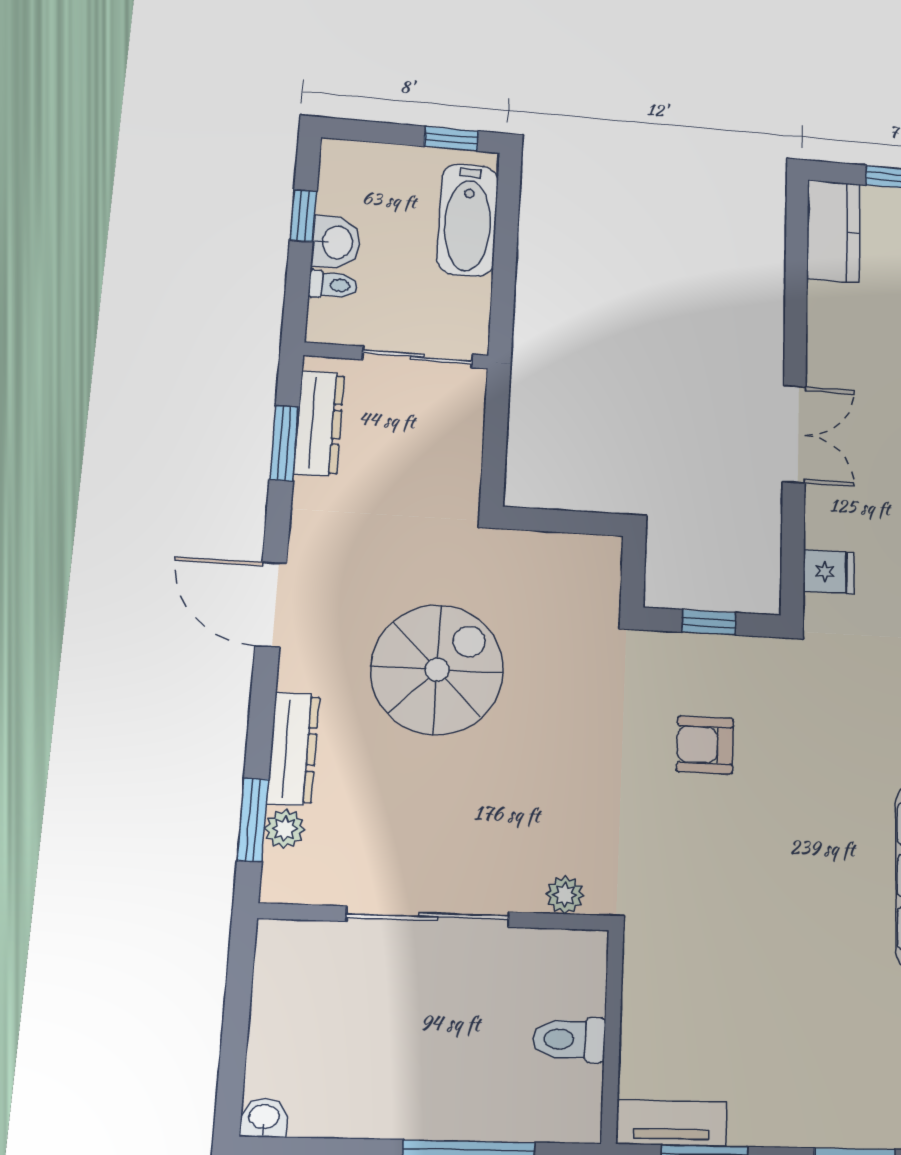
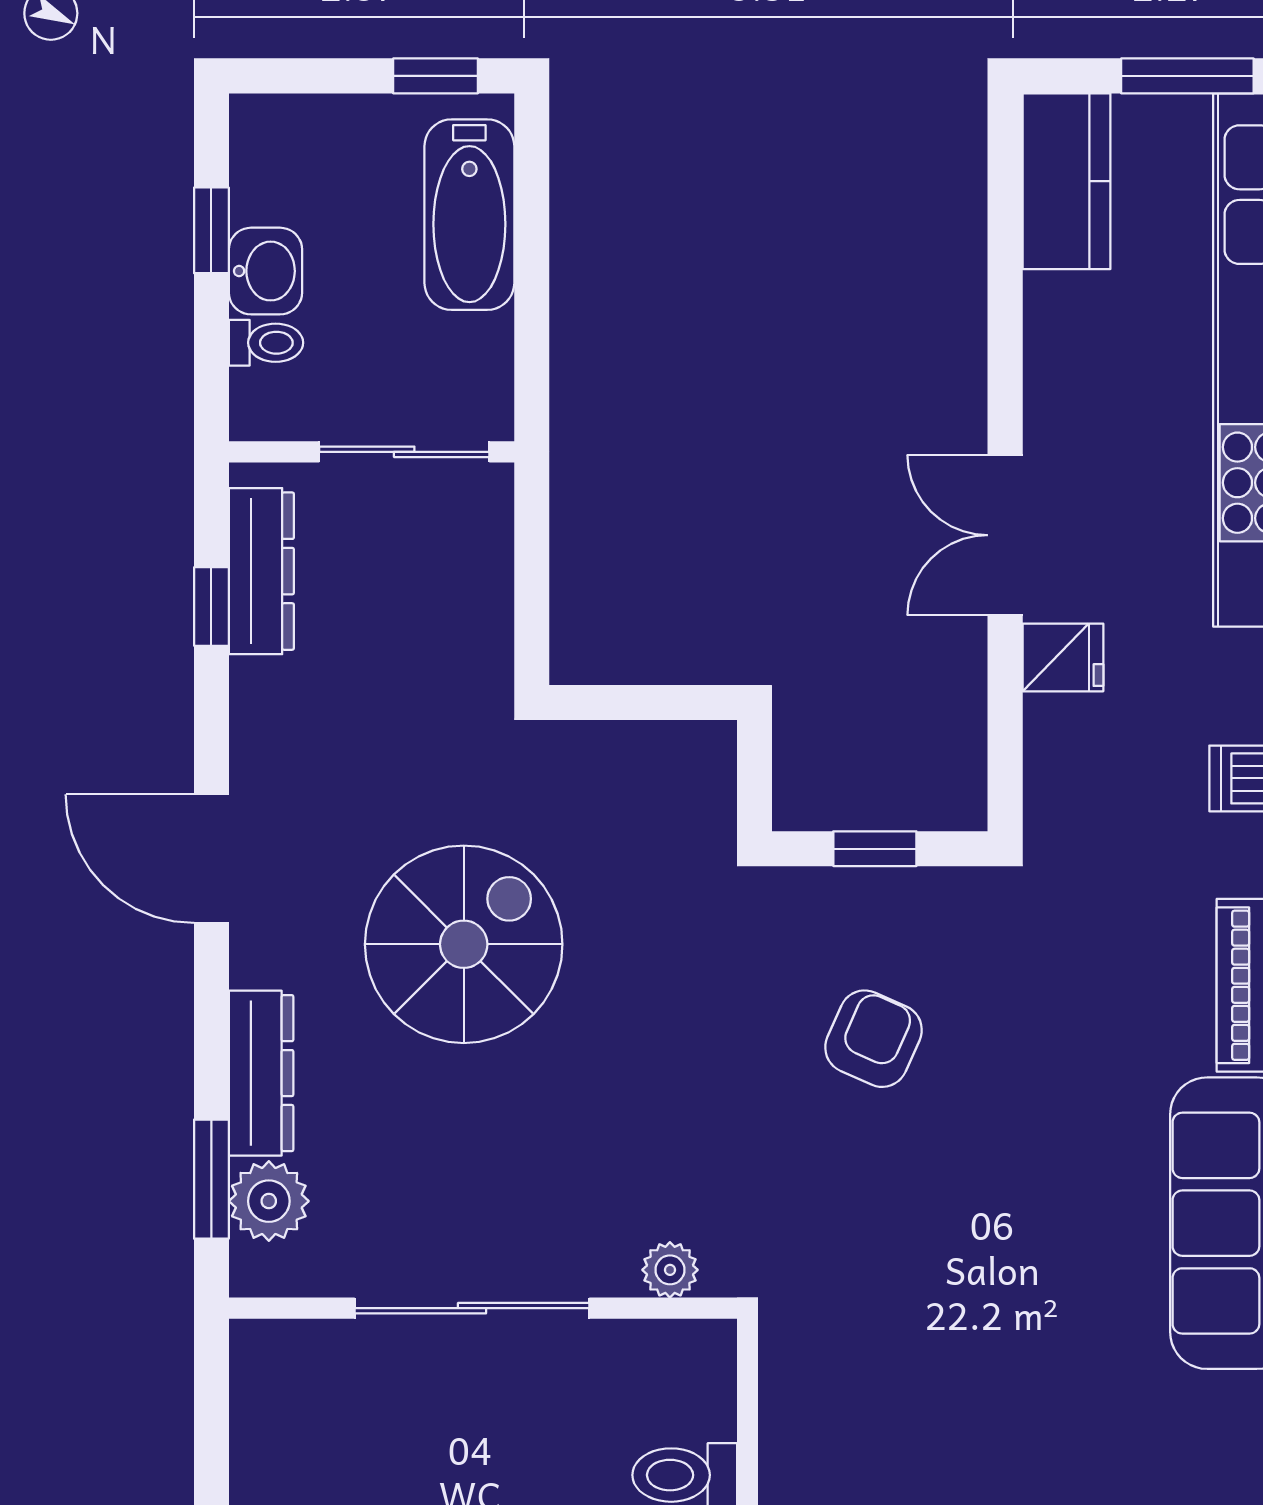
double door: (794, 434) -> (1005, 535), swing flipped
window: (284, 443) -> (211, 607), width x0.67
fridge: (829, 572) -> (1063, 657), moved
armchair: (705, 745) -> (873, 1039), turned 114
plant: (285, 829) -> (269, 1201), width x1.38, depth x1.38

